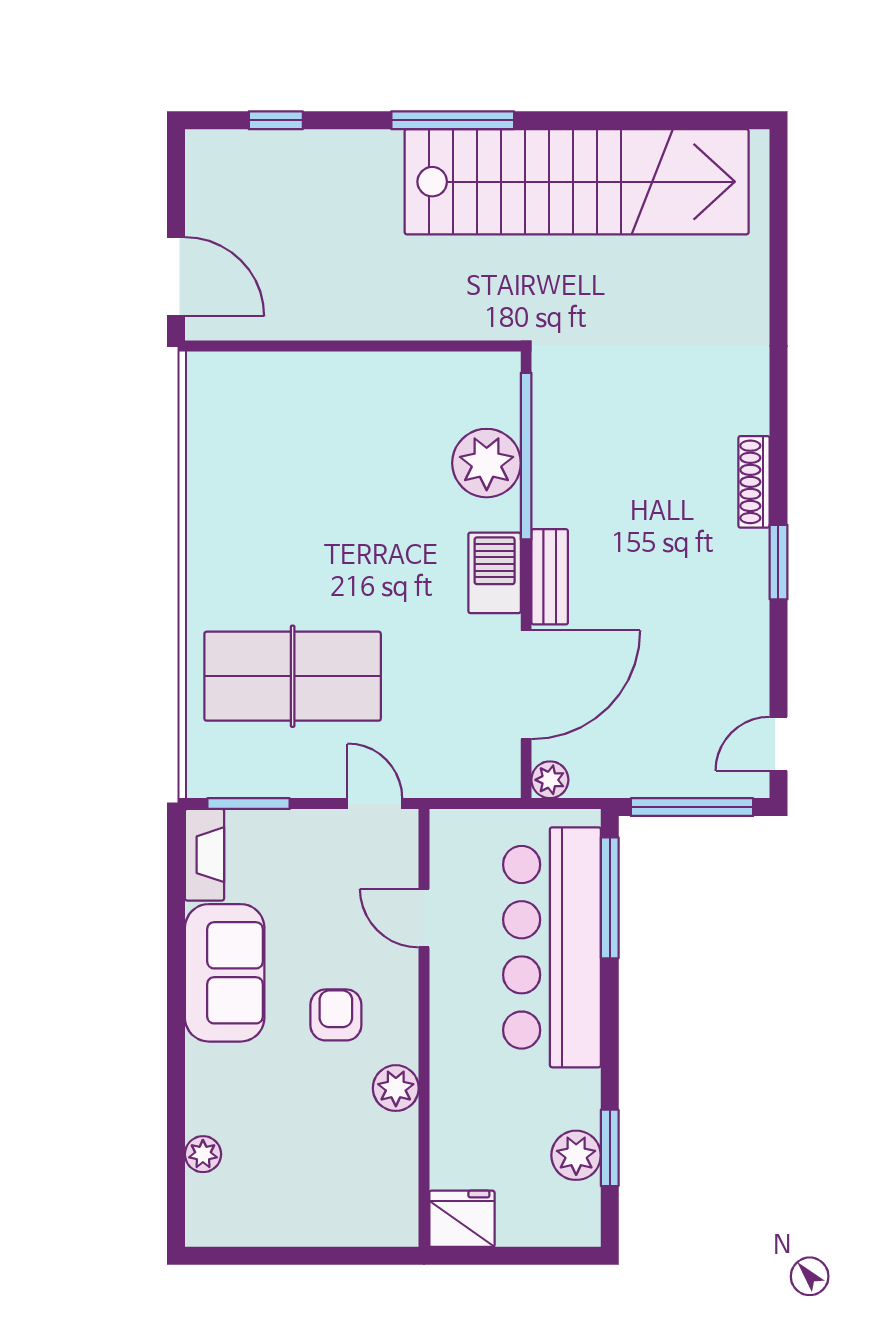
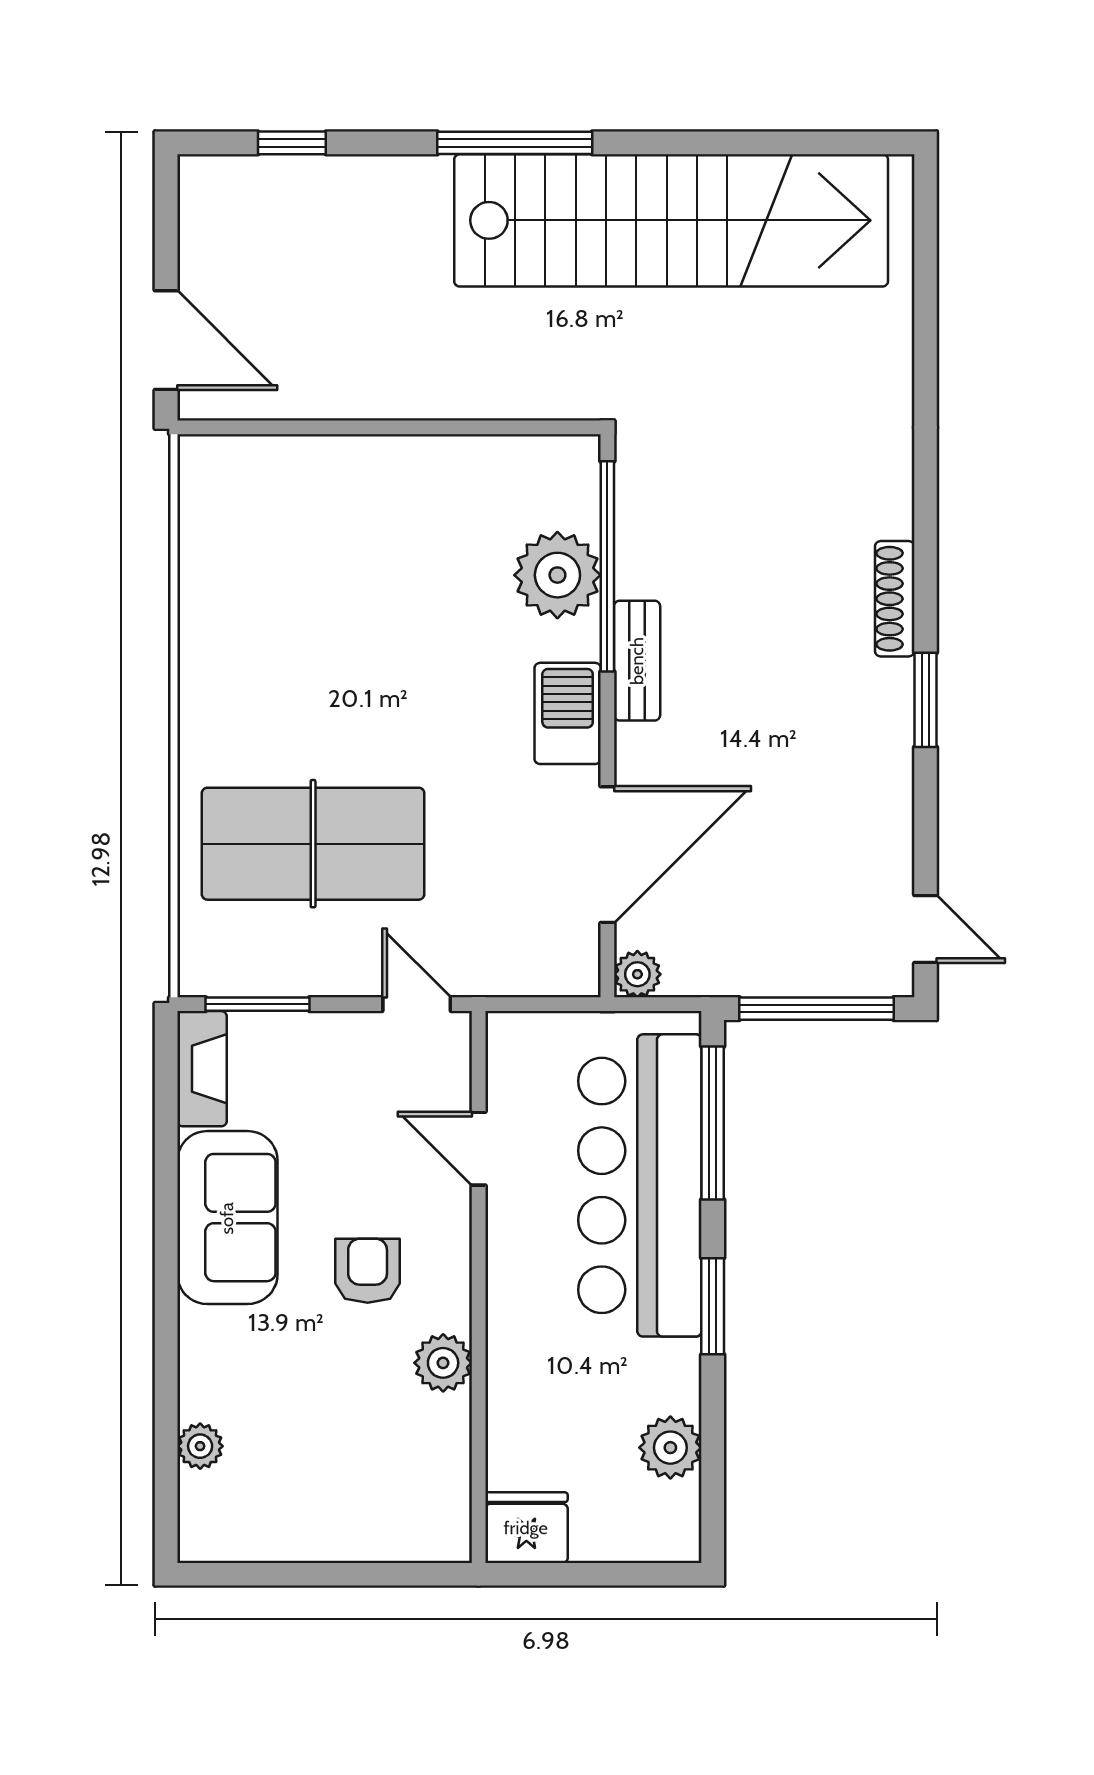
bench: (550, 577) -> (637, 661), moved
door: (778, 744) -> (925, 929), swing flipped
window: (610, 1148) -> (713, 1306), moved

